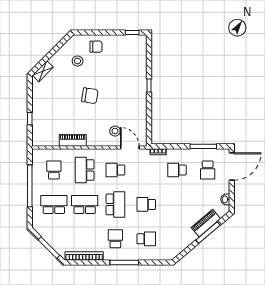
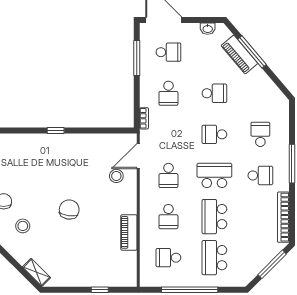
school desk: (85, 170) -> (168, 217), width x0.54
school desk: (146, 204) -> (214, 134), turned 90
school desk: (177, 204) -> (214, 93), added
school desk: (115, 239) -> (260, 175), turned 180

